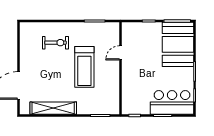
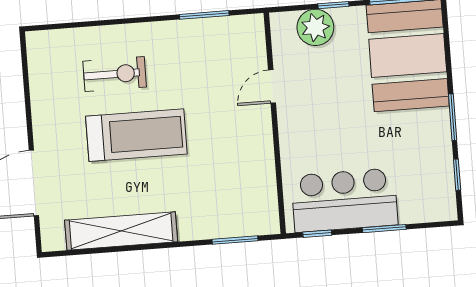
plant: (140, 30) -> (315, 27), added
treadmill: (84, 67) -> (136, 135), moved, turned -90
bar counter: (172, 102) -> (344, 200), moved

